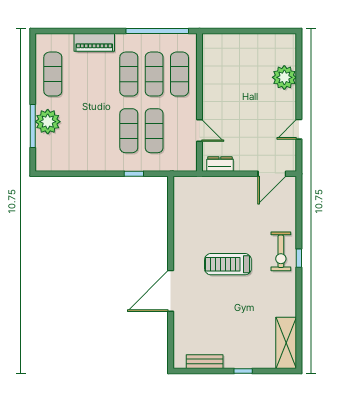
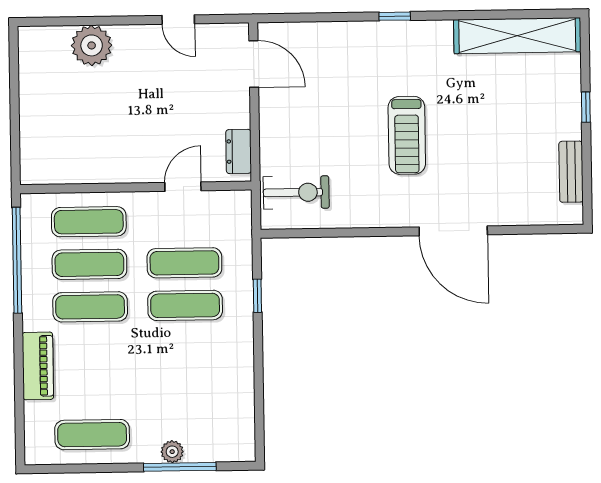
plant: (48, 122) -> (172, 452), width x0.53, depth x0.53
exercise bike: (281, 251) -> (296, 192), moved
shelving: (286, 343) -> (517, 36), width x1.47

